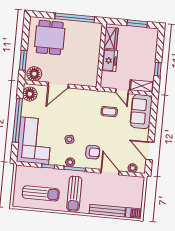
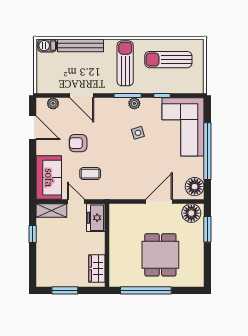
dining table: (50, 37) -> (160, 255), moved
freezer: (110, 61) -> (96, 218), moved
armchair: (93, 152) -> (78, 143), moved

